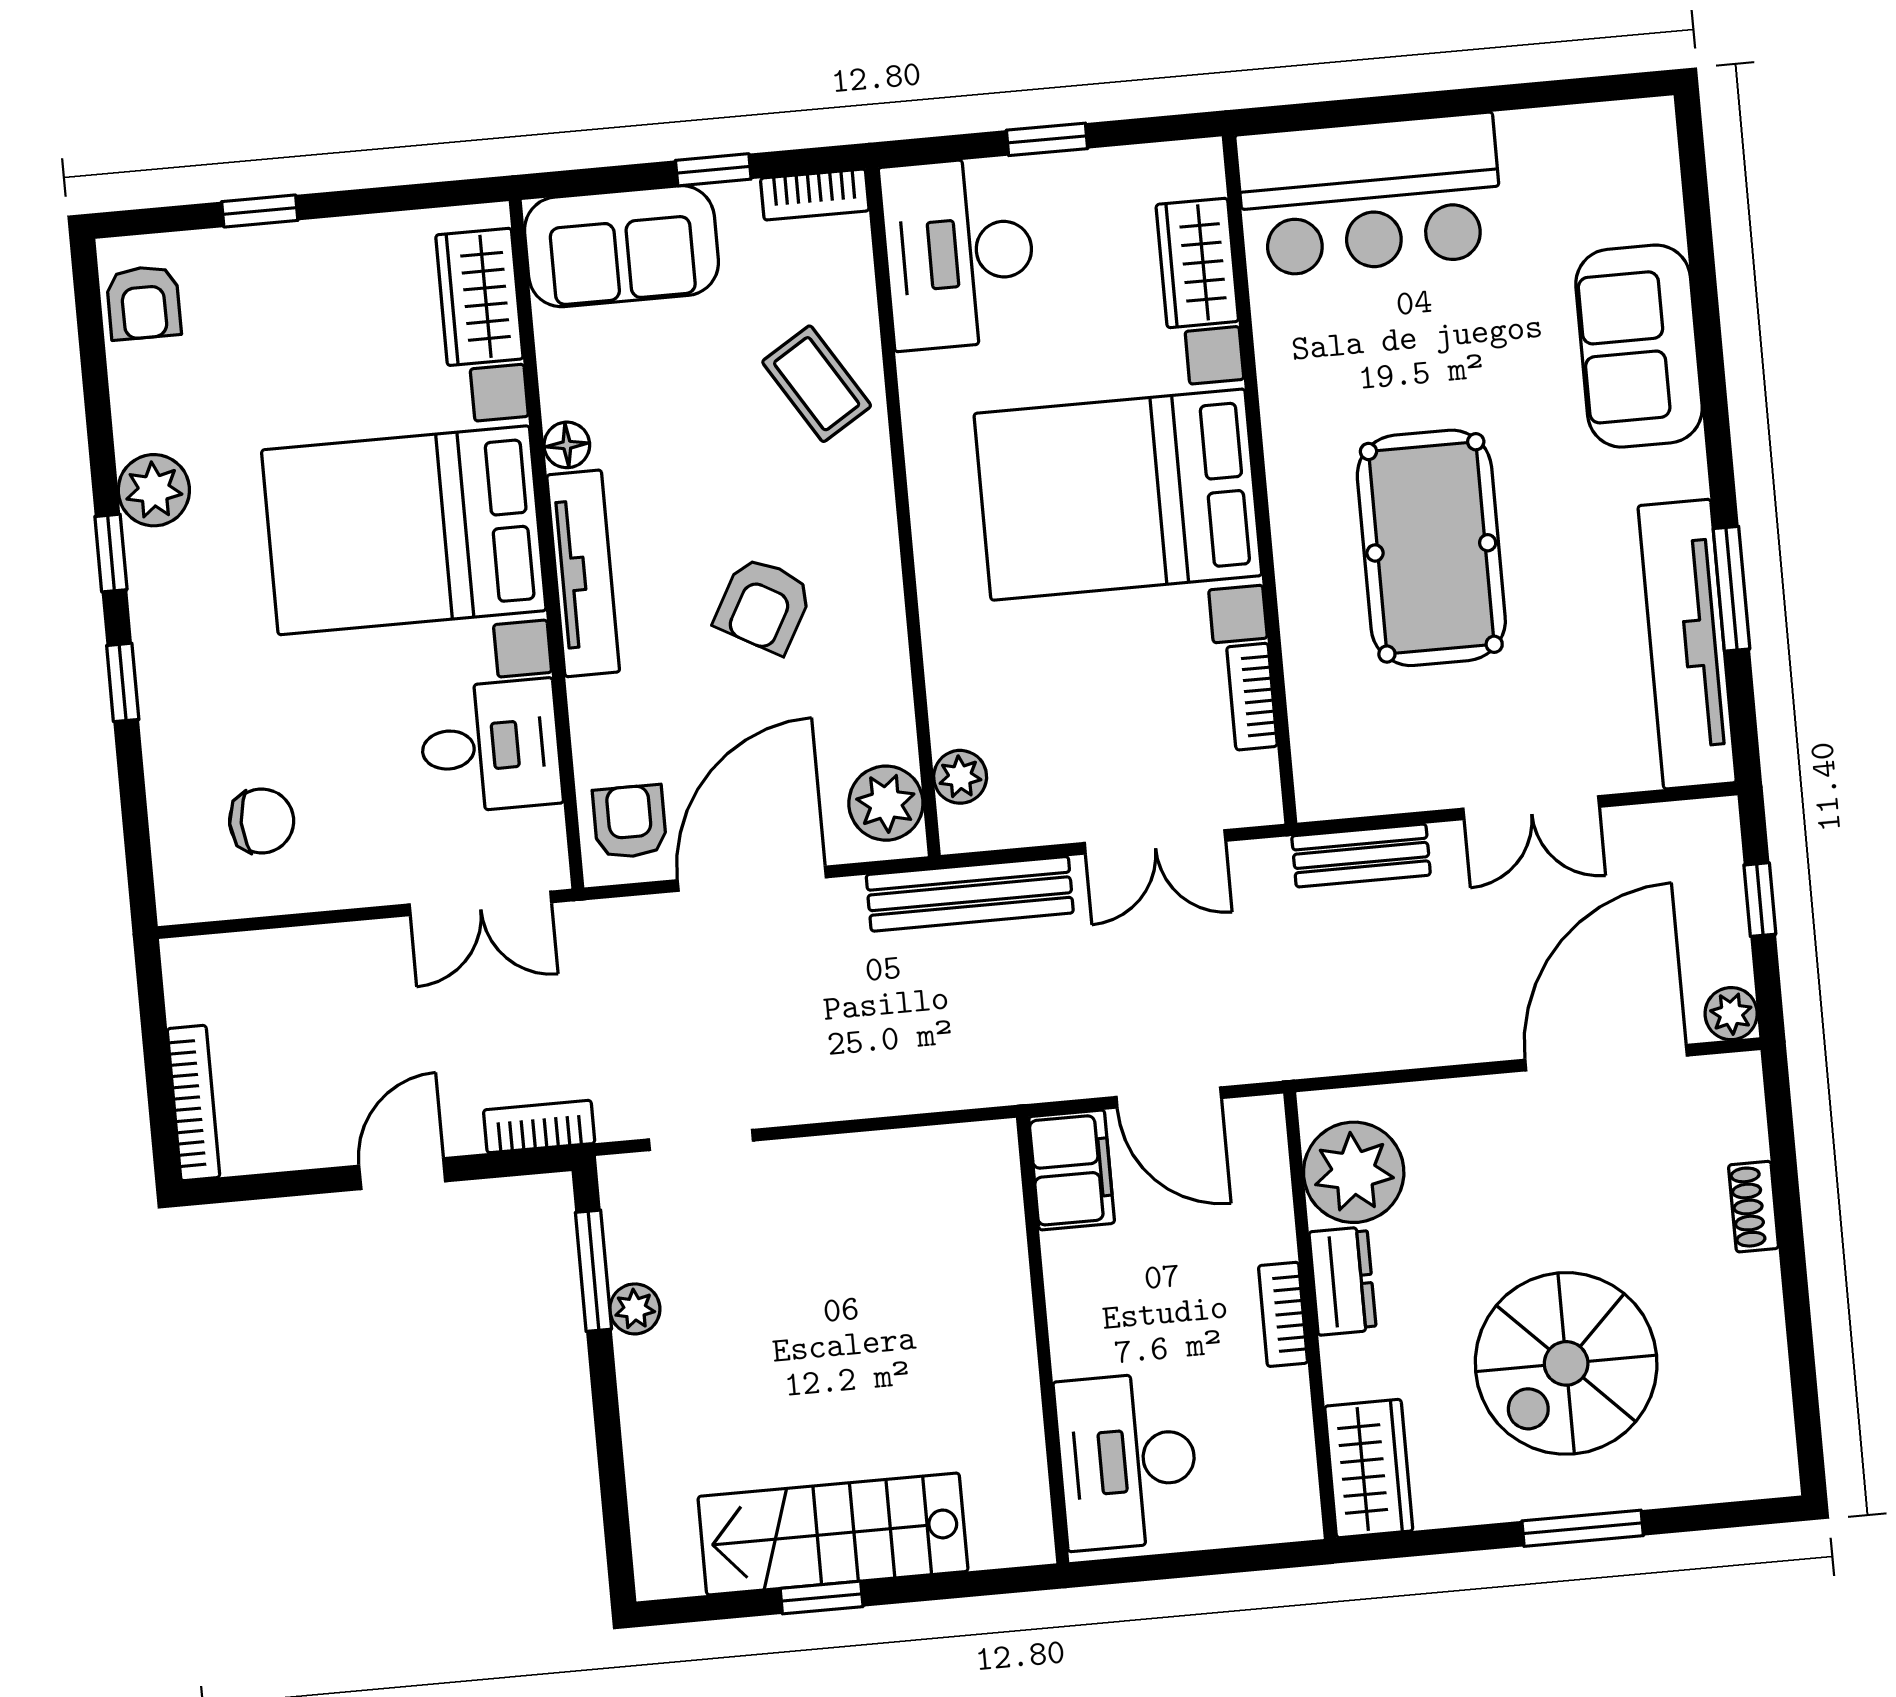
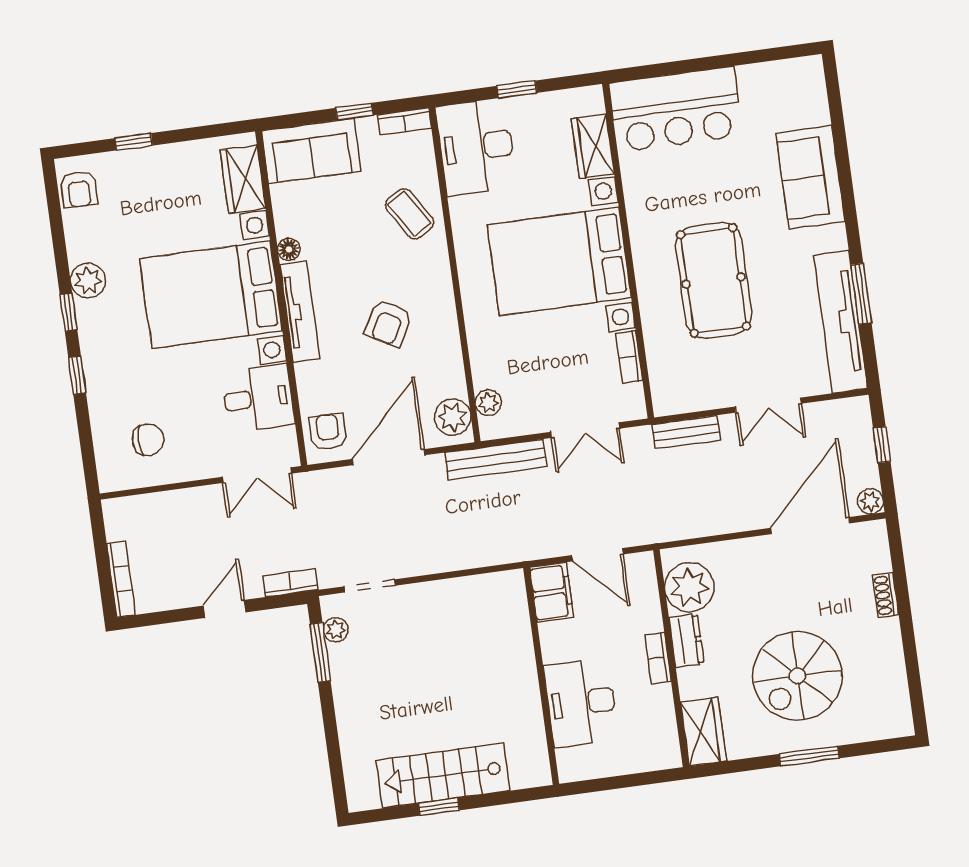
plant: (635, 1309) -> (336, 630), moved
desk: (1127, 1461) -> (581, 703), moved

